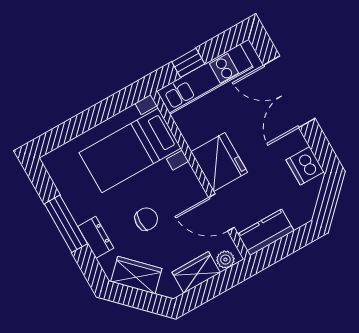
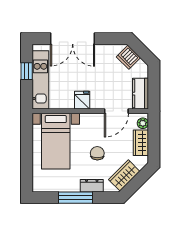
window: (188, 63) -> (27, 71), moved
fridge: (219, 162) -> (82, 100), width x0.53, depth x0.75
dishwasher: (305, 166) -> (128, 57), moved, turned 45

